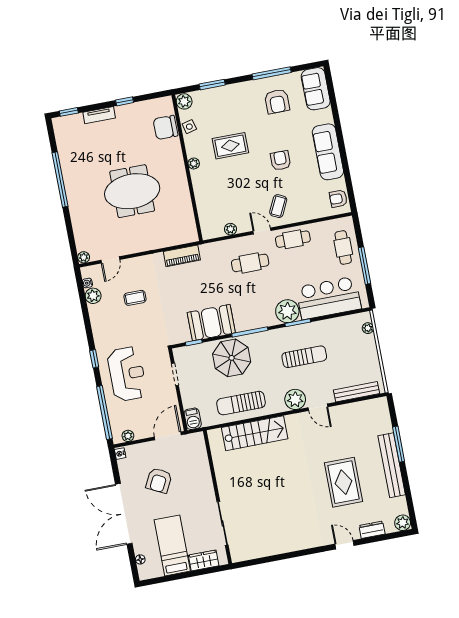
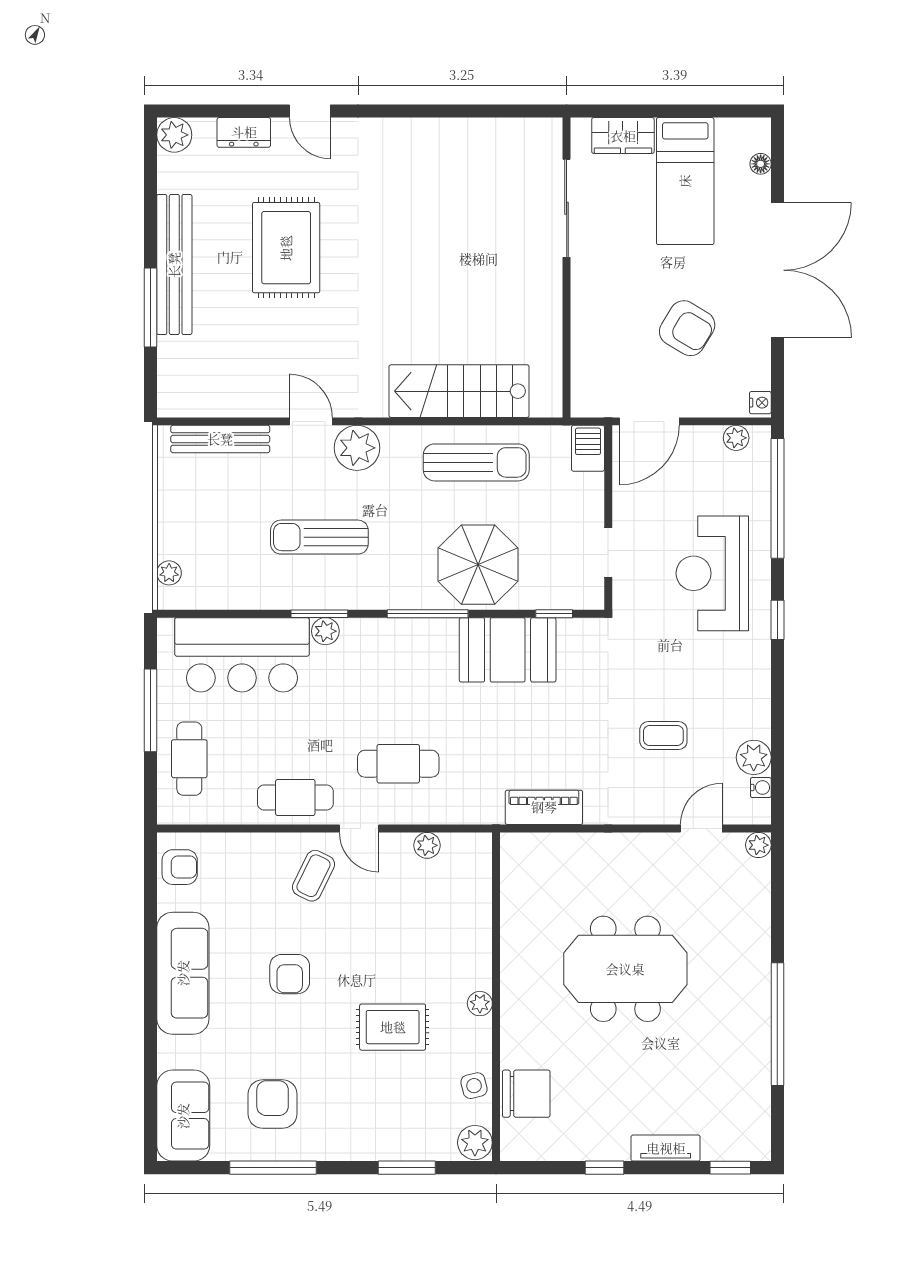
plant: (287, 311) -> (325, 631), width x0.53, depth x0.53
armchair: (159, 480) -> (687, 328), turned 94

